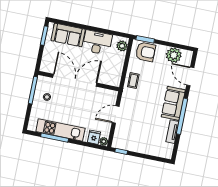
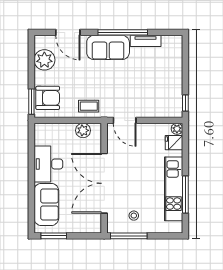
plant: (122, 46) -> (83, 130), moved
armchair: (145, 52) -> (48, 98), turned 90
door: (190, 76) -> (68, 32), hinge flipped
door: (116, 114) -> (125, 120), moved

